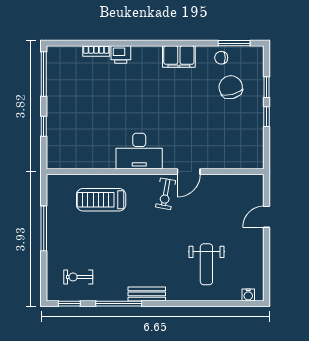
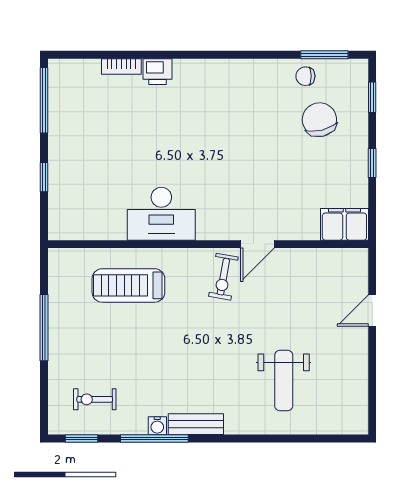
filing cabinet: (179, 57) -> (344, 224), moved, turned 180
window: (266, 87) -> (372, 97), moved
desk: (139, 151) -> (161, 214), moved
water cooler: (248, 295) -> (157, 426), moved

